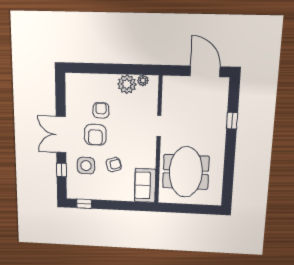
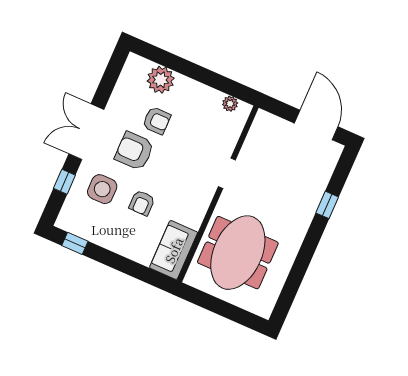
plant: (127, 84) -> (161, 80), moved
armchair: (101, 110) -> (157, 121), turned 90
armchair: (95, 135) -> (134, 151), turned 90
armchair: (114, 165) -> (142, 203), turned 106

